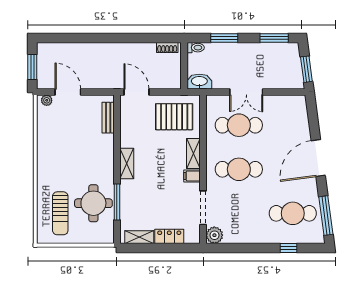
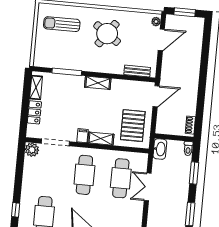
round table: (93, 203) -> (107, 34), moved, turned 35

